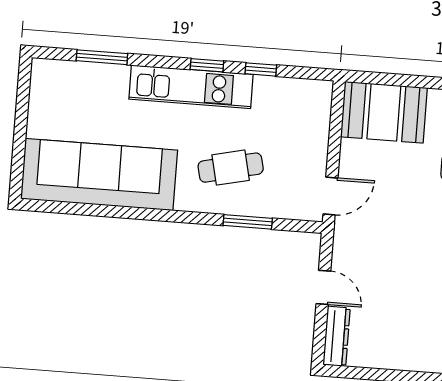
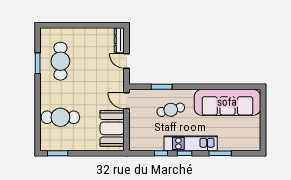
window: (102, 57) -> (220, 153), moved
booth: (384, 112) -> (112, 128), moved, turned 90
door: (330, 196) -> (127, 101), hinge flipped

